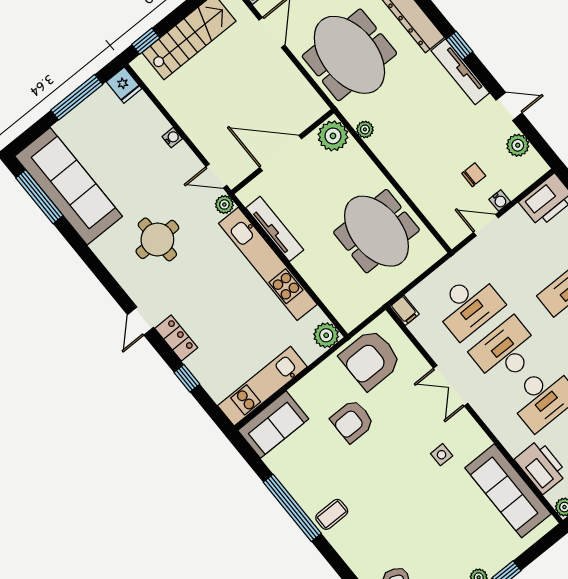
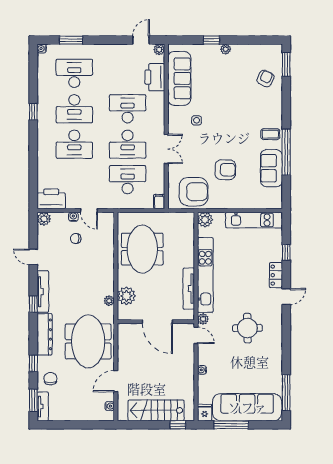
plant: (333, 136) -> (126, 296), moved
plant: (518, 145) -> (44, 219), moved
sofa: (69, 186) -> (247, 407), moved, turned 90
sofa: (273, 425) -> (271, 168), moved, turned -90

